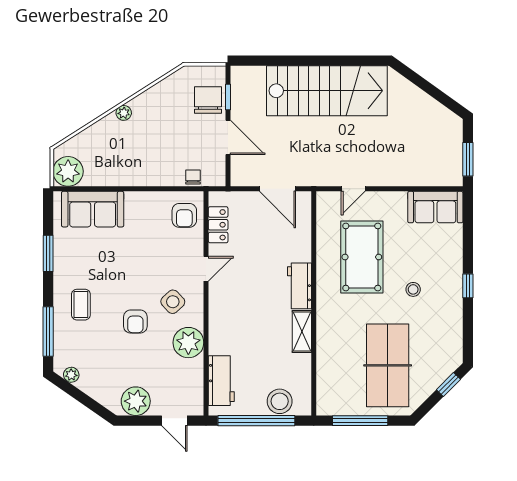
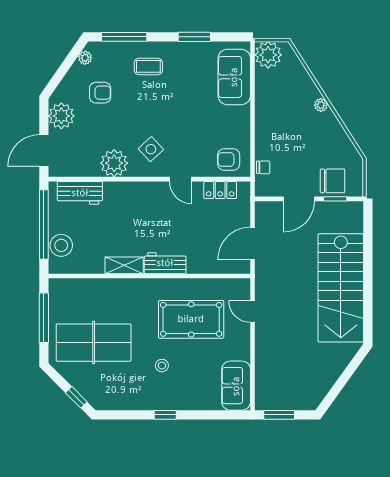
armchair: (135, 322) -> (100, 93), moved, turned 180
door: (174, 421) -> (44, 151), width x1.38

